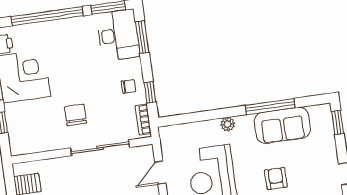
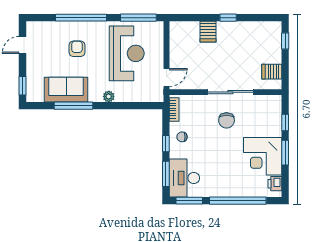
window: (150, 92) -> (166, 144), moved
sliding door: (100, 148) -> (230, 92), moved
door: (160, 173) -> (167, 77), moved
armchair: (276, 178) -> (77, 49), turned 180

